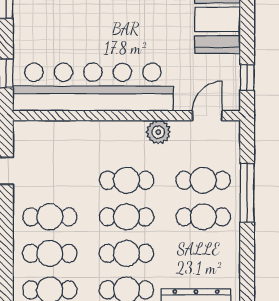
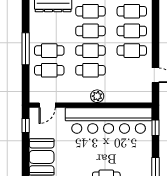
plant: (158, 132) -> (97, 96), moved
window: (247, 193) -> (26, 49), moved

